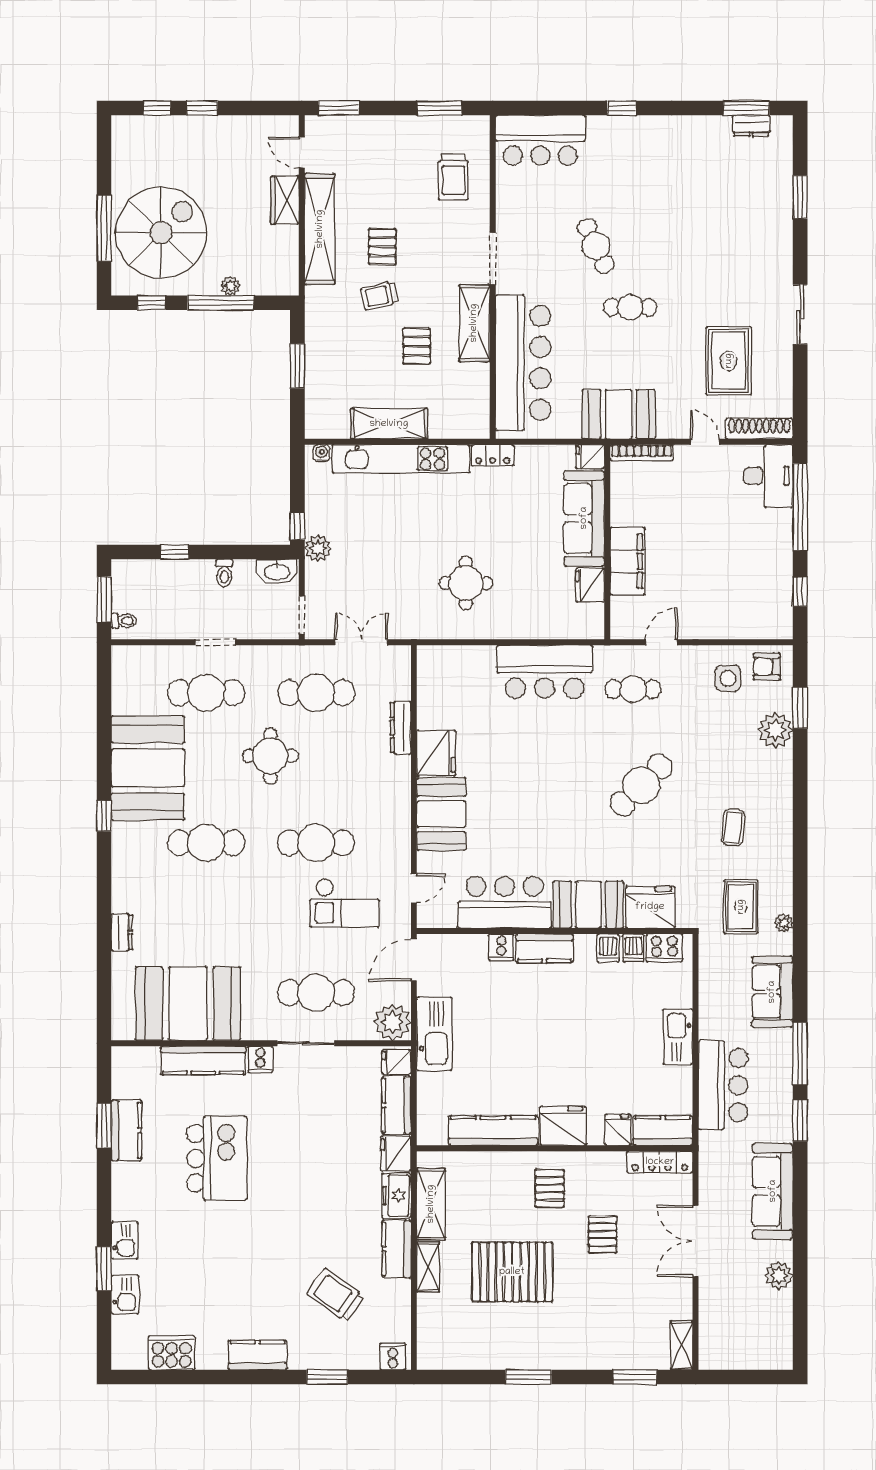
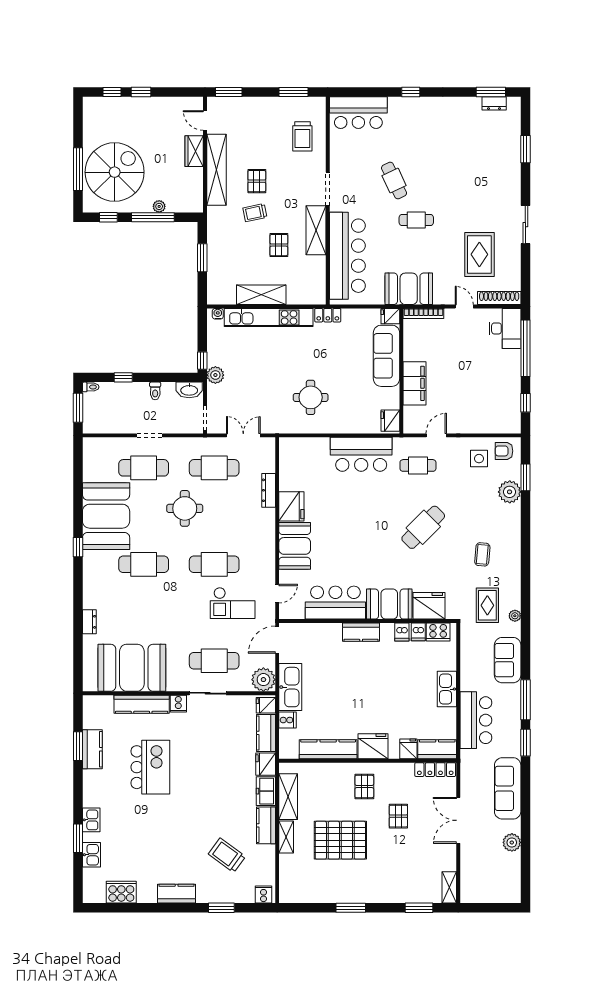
fridge: (590, 585) -> (390, 421), moved
toilet: (124, 621) -> (91, 387), moved
cooker: (501, 947) -> (287, 720), moved, turned -90

